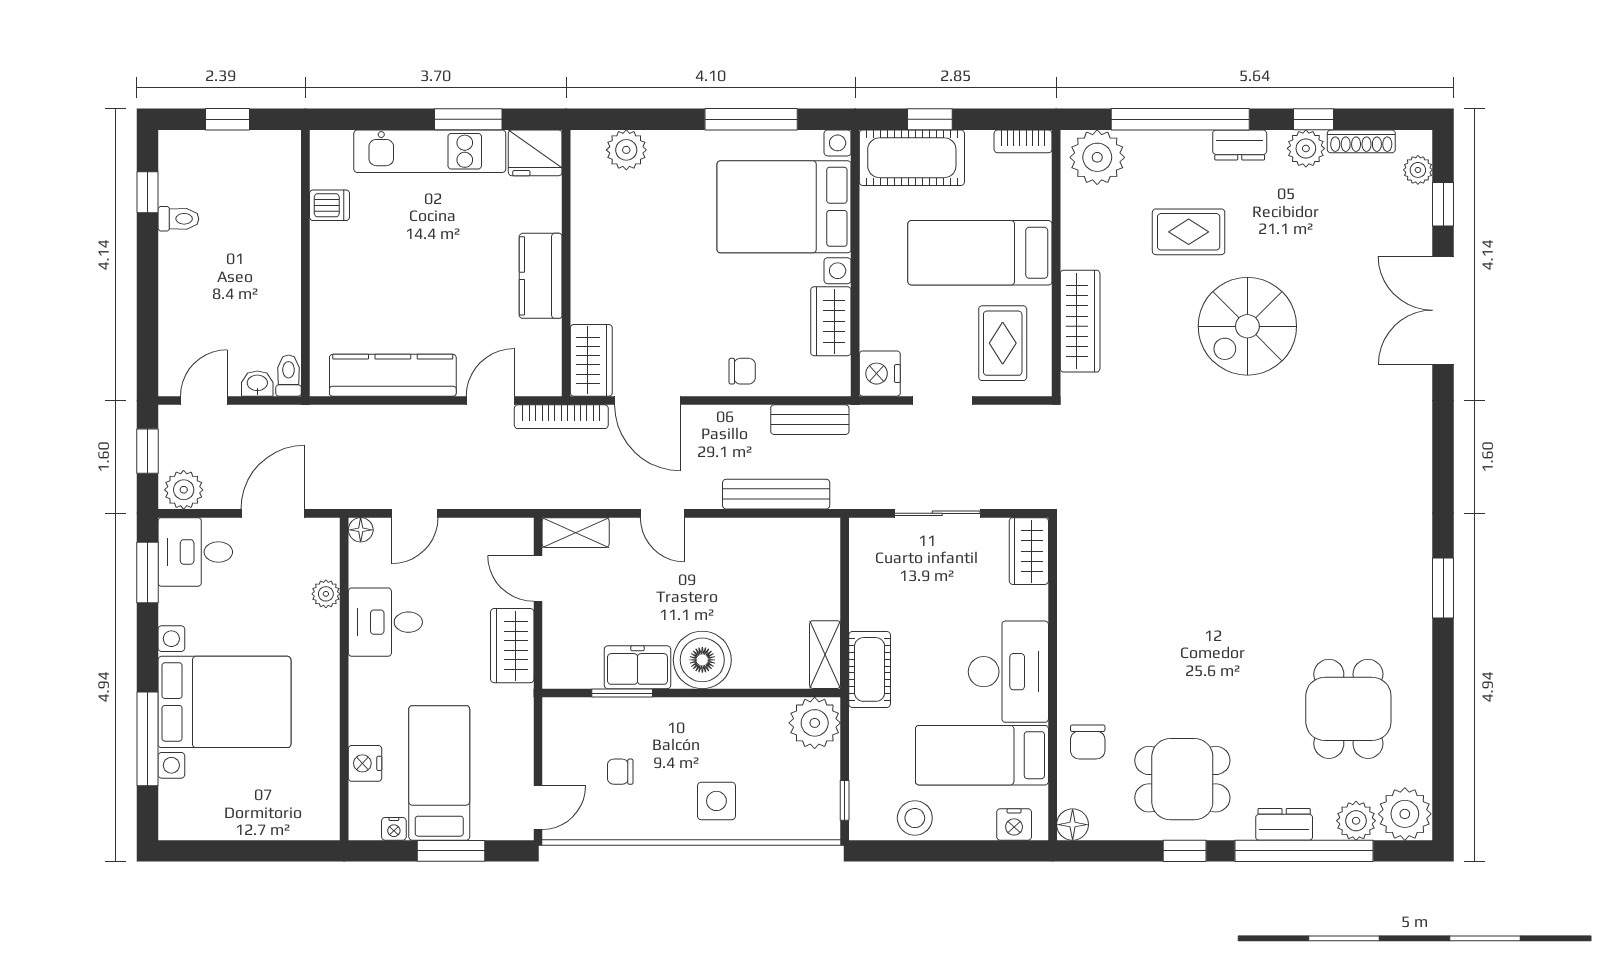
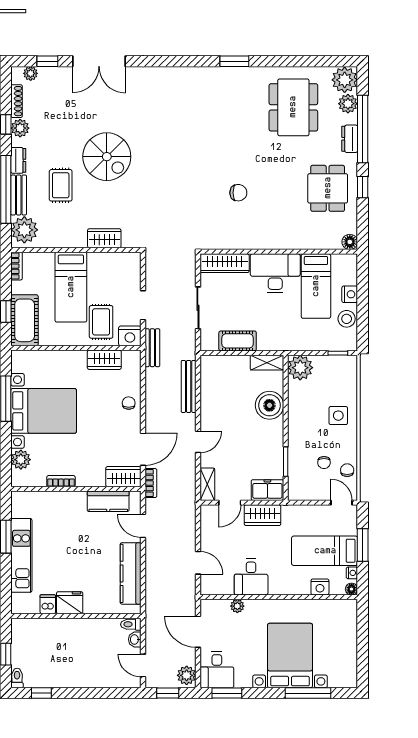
bench: (1169, 146) -> (19, 195), added
fridge: (535, 153) -> (70, 603), moved, turned -90
bed with nightstands: (784, 207) -> (44, 411), moved, turned -90
toilet: (178, 219) -> (17, 678), moved
bookcase: (582, 232) -> (61, 481), added
kitchen counter: (541, 276) -> (108, 501), moved
wardrobe: (1080, 321) -> (104, 238), width x0.67
rug: (1003, 343) -> (101, 322), moved, turned 90
bookcase: (561, 417) -> (151, 483), width x0.64
bench: (810, 420) -> (152, 348), moved
floor lamp: (361, 530) -> (351, 589), moved
wardrobe: (1029, 551) -> (225, 263), width x1.50
boiler: (702, 660) -> (269, 405), moved
freezer: (637, 667) -> (267, 490), moved, turned 90
cot: (870, 669) -> (238, 341), moved
dining table: (1348, 709) -> (293, 107), width x1.37
chair: (1088, 742) -> (238, 193), moved
chair: (605, 819) -> (347, 470), added
nightstand: (1014, 824) -> (350, 294), moved

